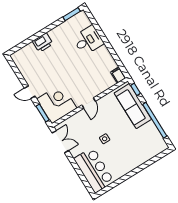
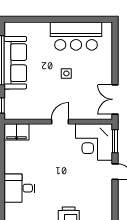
filing cabinet: (118, 75) -> (16, 132), width x2.00
sofa: (133, 106) -> (15, 63), moved
bar counter: (94, 170) -> (76, 36), moved, turned -90

